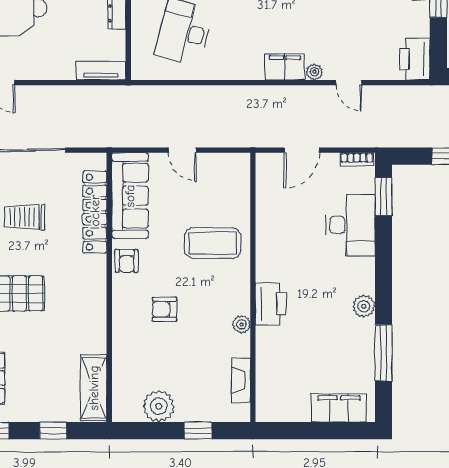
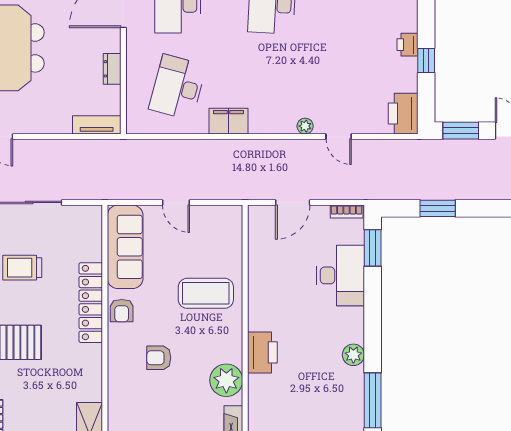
filing cabinet: (285, 67) -> (228, 121), moved
locker: (95, 212) -> (91, 303), moved
plant: (241, 324) -> (226, 380), width x1.87, depth x1.87

